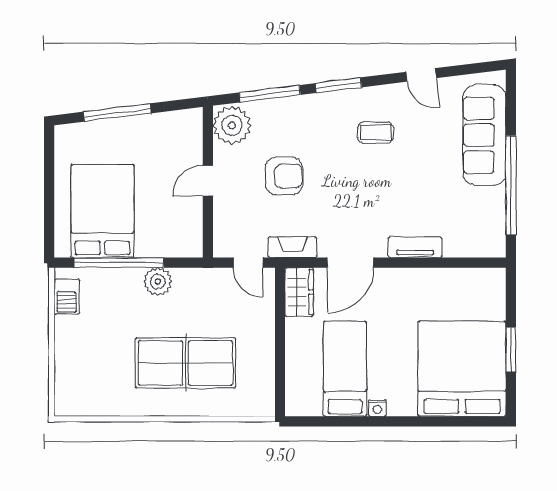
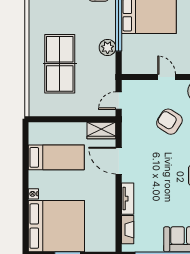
armchair: (284, 176) -> (169, 122), turned 122
fireplace: (292, 247) -> (128, 230), moved
nightstand: (377, 408) -> (33, 194), moved

